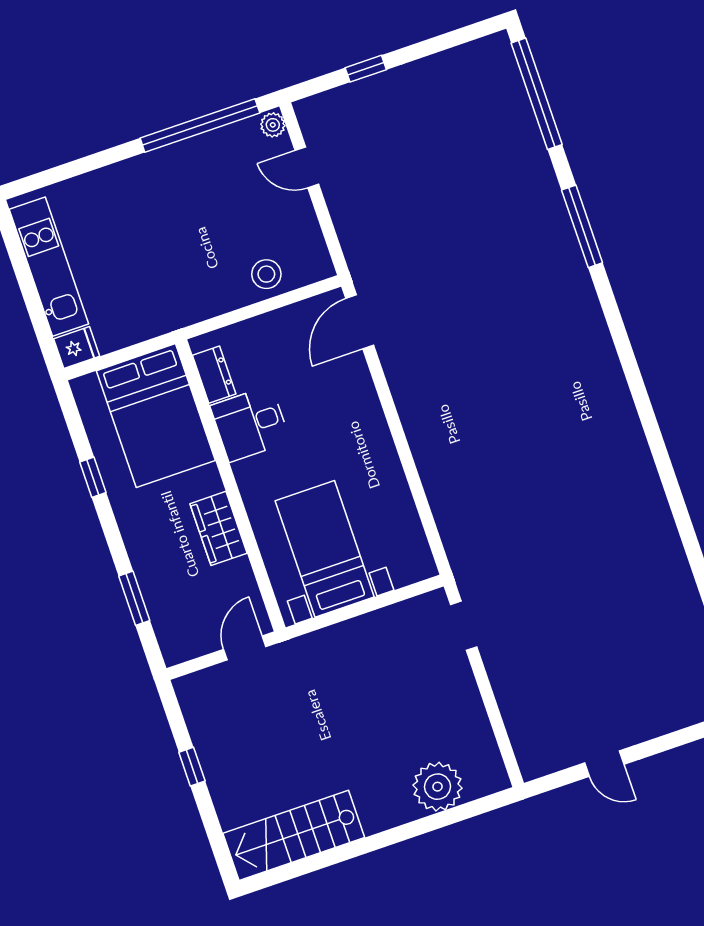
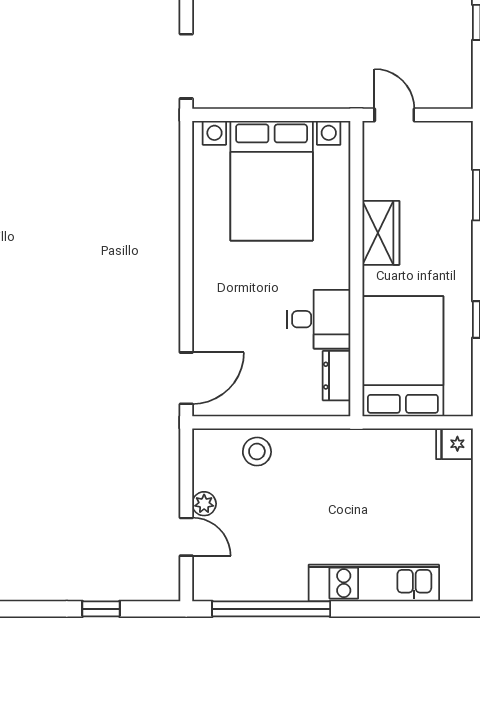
plant: (273, 125) -> (204, 504), moved
kitchen unit: (49, 267) -> (374, 583), moved, turned 90
bed with nightstands: (325, 549) -> (272, 181), width x1.36
doorway: (464, 626) -> (186, 66), width x1.38
door: (245, 648) -> (394, 115), swing flipped

